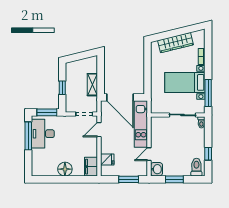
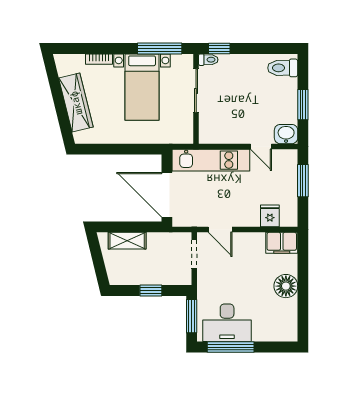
shelving: (92, 85) -> (127, 241), moved
door: (120, 97) -> (167, 195), swing flipped
window: (208, 154) -> (219, 48), moved

